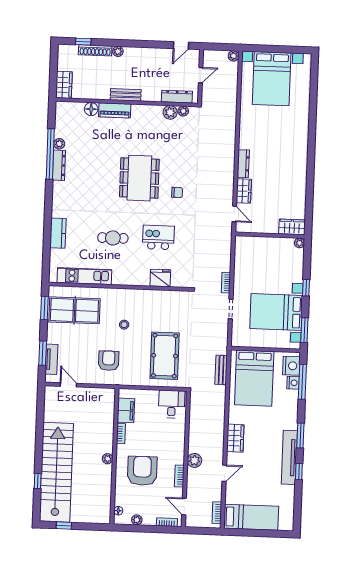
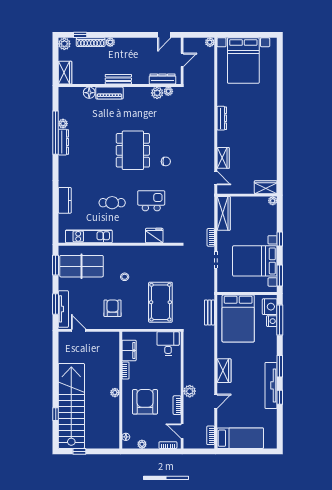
plant: (64, 51) -> (64, 44), added
dresser: (243, 164) -> (222, 118), moved
wardrobe: (242, 255) -> (224, 213), added
tv unit: (51, 359) -> (63, 309), width x1.41

